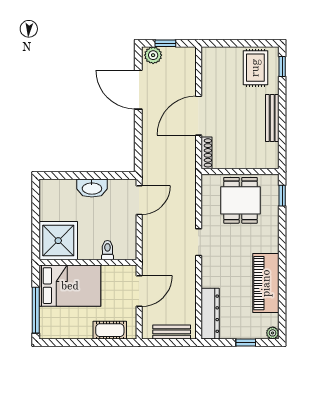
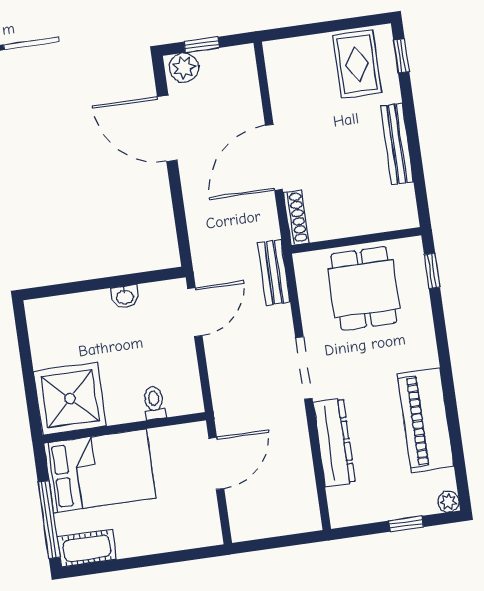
washbasin: (92, 188) -> (125, 297), width x0.52, depth x0.69
doorway: (199, 242) -> (304, 368), width x1.38
dresser: (210, 314) -> (334, 442), moved
cot: (110, 330) -> (87, 548), moved
bench: (172, 332) -> (274, 272), moved, turned 90

